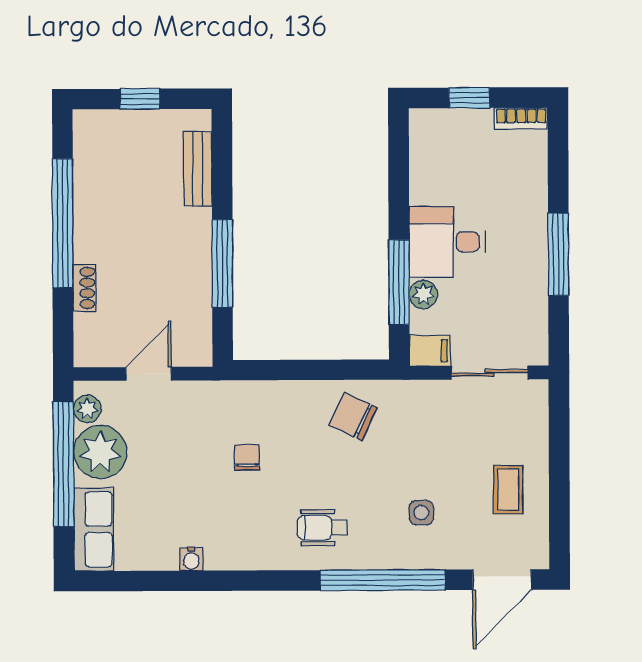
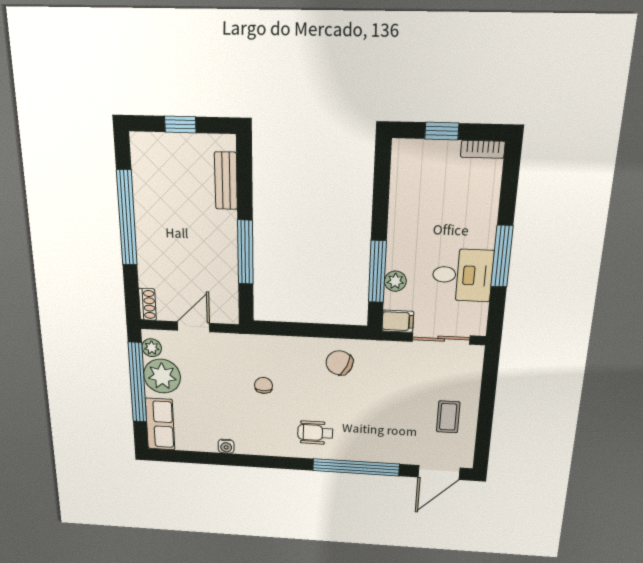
desk: (447, 242) -> (462, 275), moved, turned 180
shoe rack: (84, 288) -> (147, 304), moved
side table: (421, 513) -> (385, 428), removed

